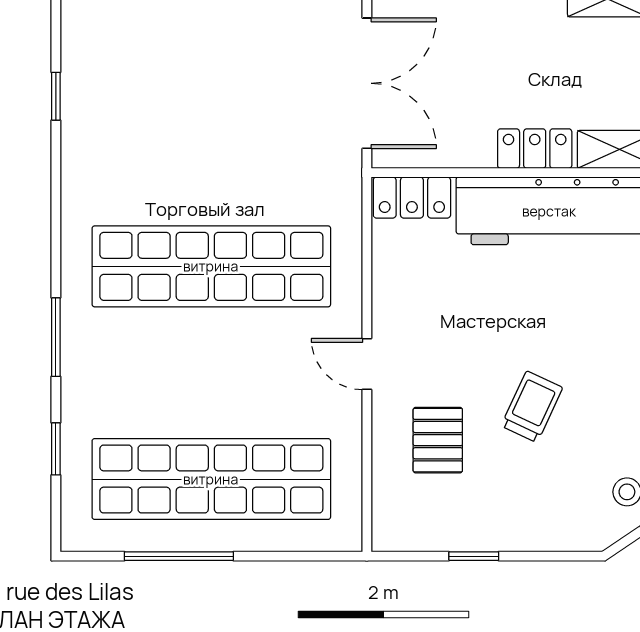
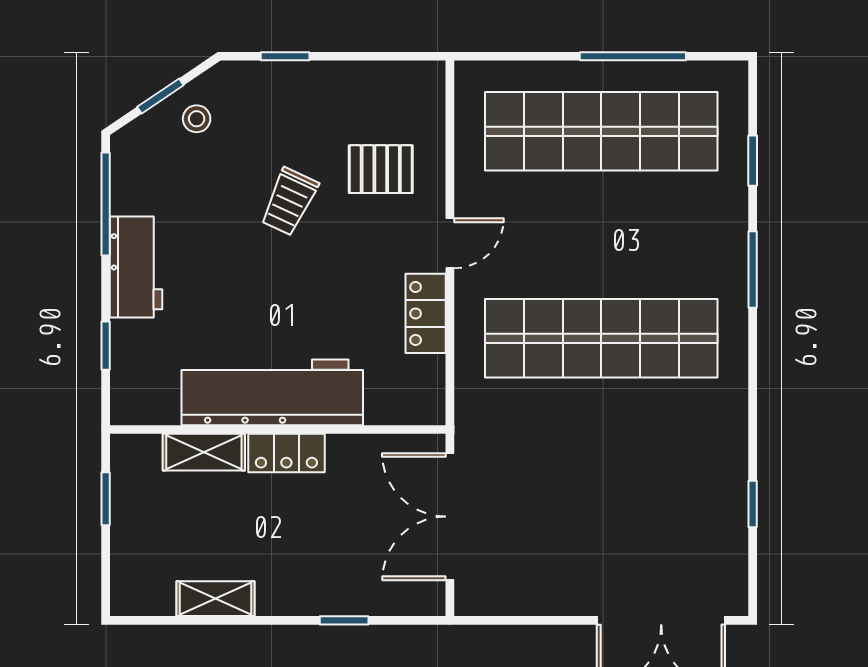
locker: (412, 198) -> (426, 313), moved, turned -90
door: (367, 364) -> (450, 243), hinge flipped
pallet: (438, 440) -> (381, 169), turned 90
window: (474, 556) -> (285, 56), moved

